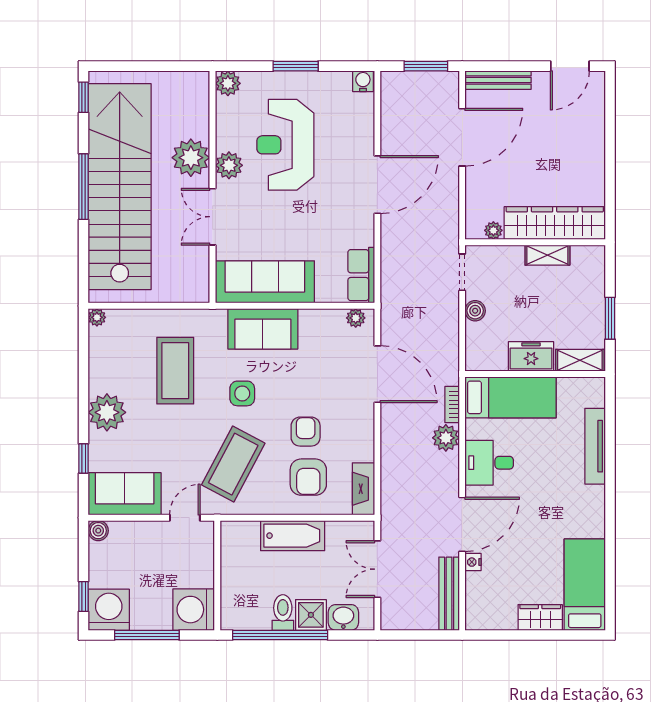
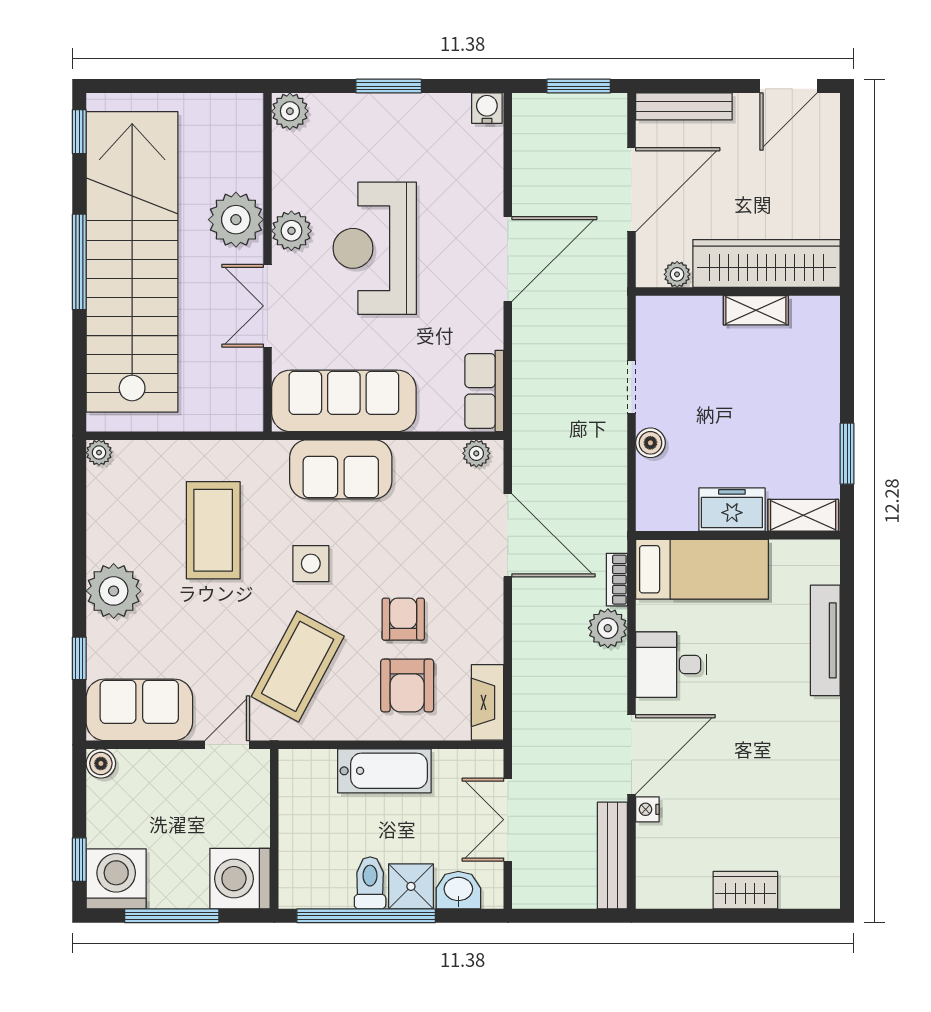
reception desk: (285, 145) -> (375, 248), moved
wardrobe: (555, 223) -> (767, 263), moved
plant: (493, 230) -> (677, 274), moved
wall: (535, 242) -> (738, 291), moved
shelving: (547, 255) -> (756, 310), moved
bed: (585, 585) -> (810, 842), removed

